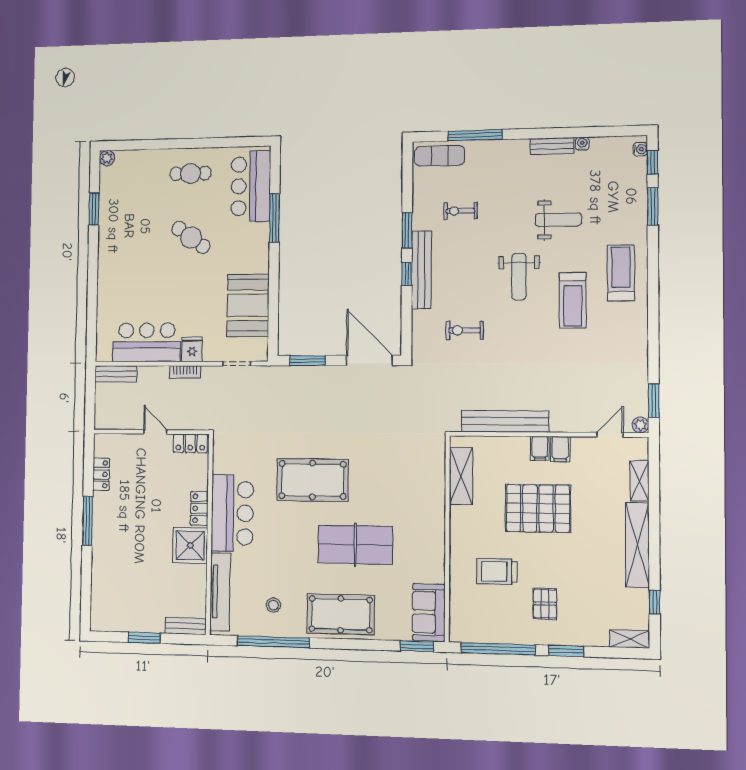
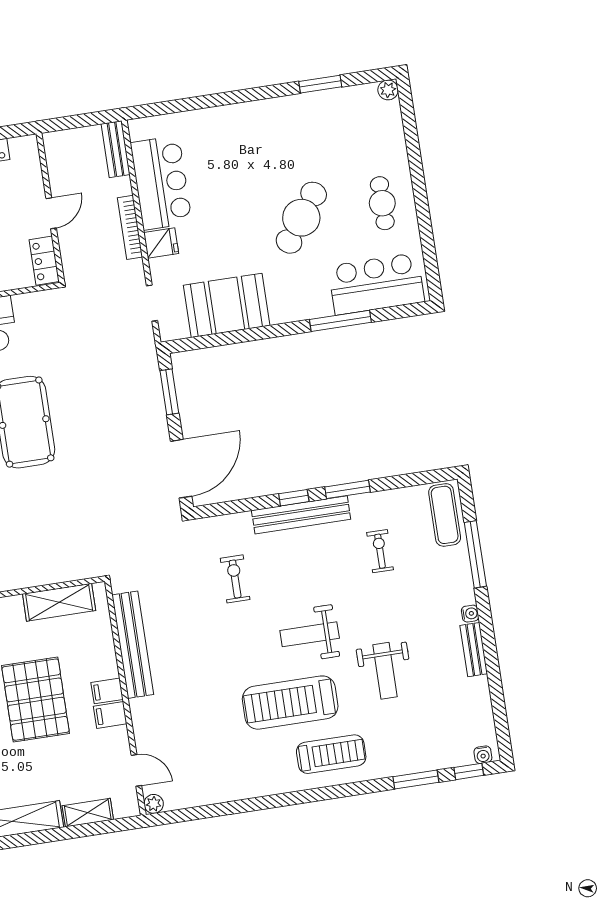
water cooler: (582, 144) -> (470, 614), moved
cafe table: (191, 238) -> (301, 218), width x1.37, depth x1.35
treadmill: (573, 300) -> (290, 703), width x1.37, depth x1.38
bookcase: (185, 372) -> (130, 227), width x1.56
window: (654, 401) -> (185, 815), removed

